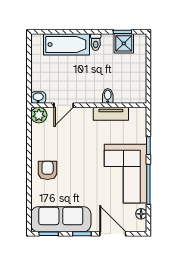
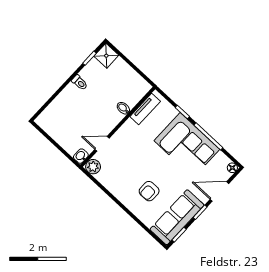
shower: (124, 43) -> (106, 56), moved
bathtub: (66, 44) -> (63, 104), removed
door: (64, 105) -> (102, 144), swing flipped
tv unit: (111, 114) -> (145, 109), moved
armchair: (48, 170) -> (149, 191), moved, turned -90
floor lamp: (141, 214) -> (232, 168), moved

